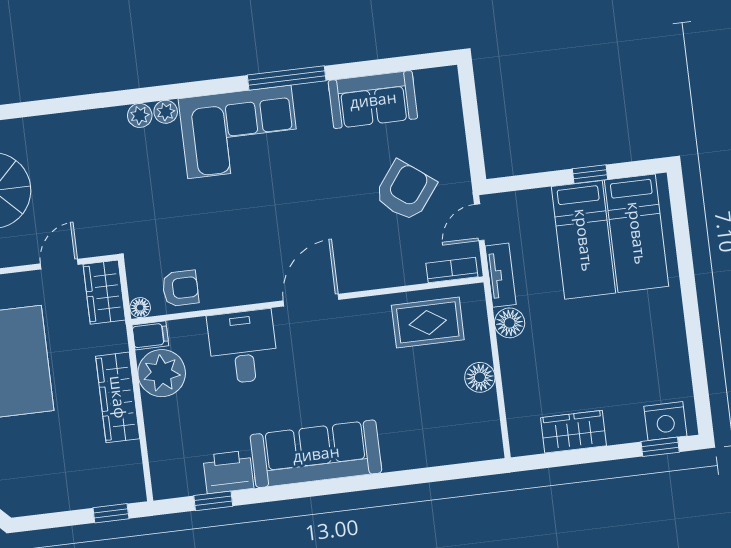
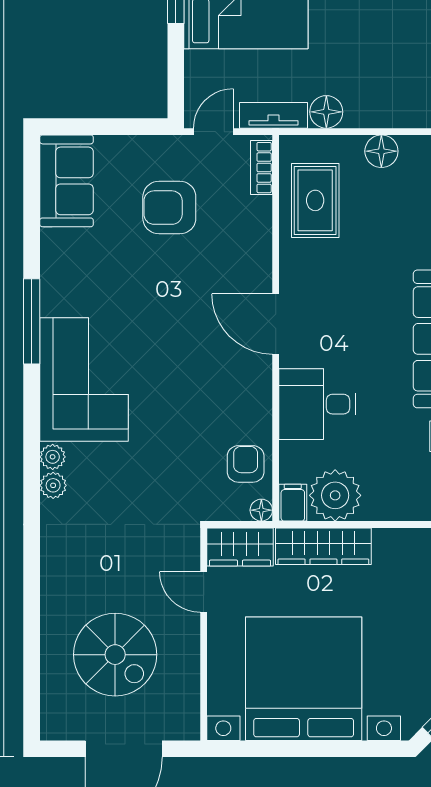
sofa: (373, 100) -> (67, 181), moved
armchair: (405, 191) -> (169, 208), turned -37
door: (479, 222) -> (213, 132), swing flipped
wardrobe: (118, 397) -> (323, 546), moved

